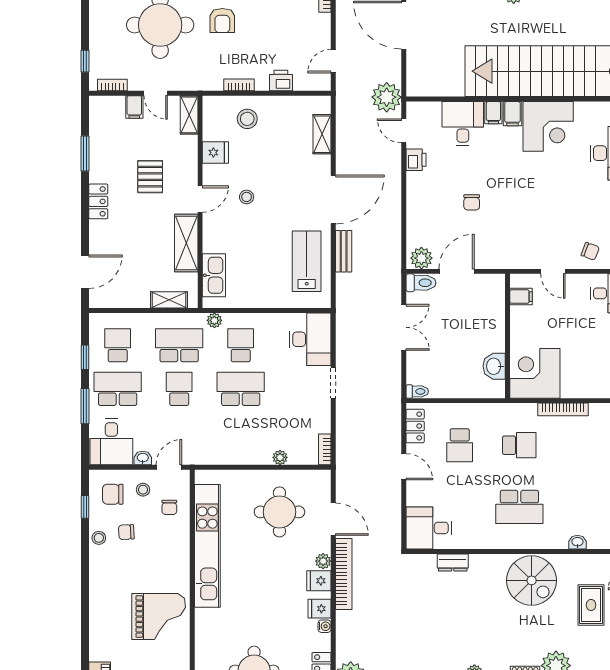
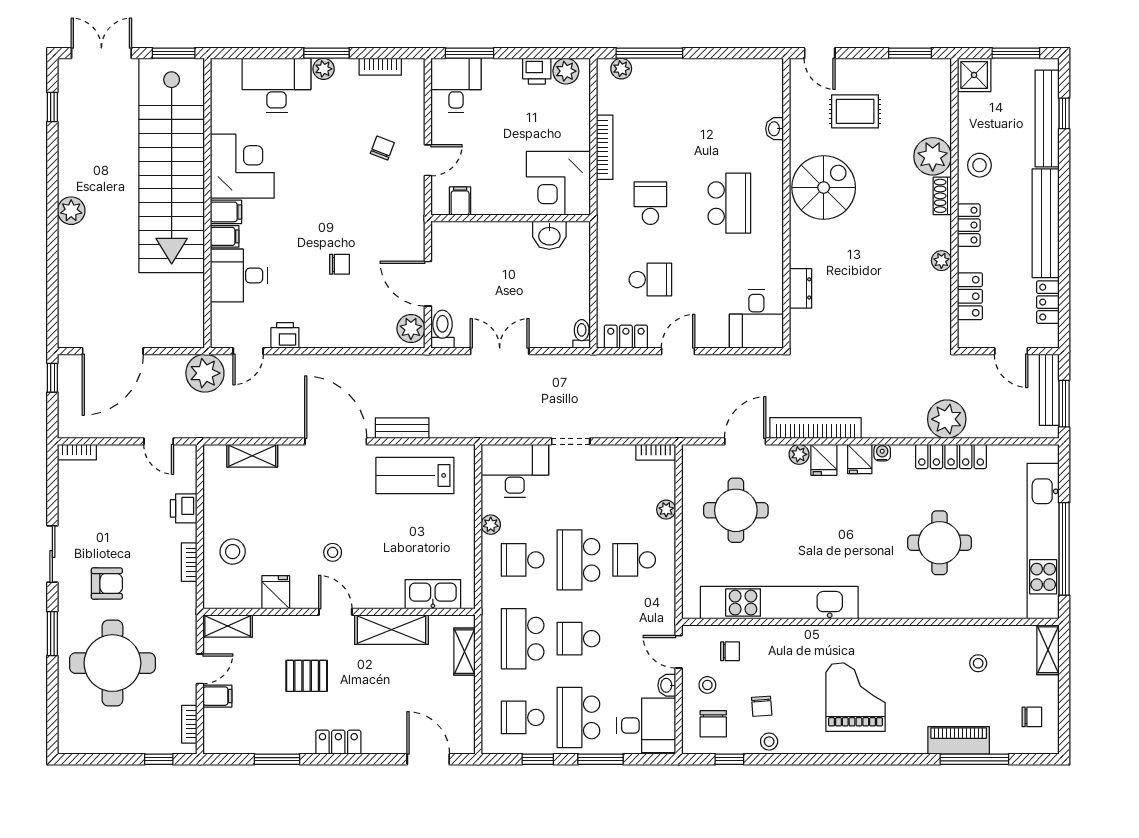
chair: (590, 251) -> (382, 148), moved
plant: (214, 320) -> (491, 525), moved
school desk: (241, 432) -> (634, 560), added
grand piano: (159, 617) -> (856, 697), moved

